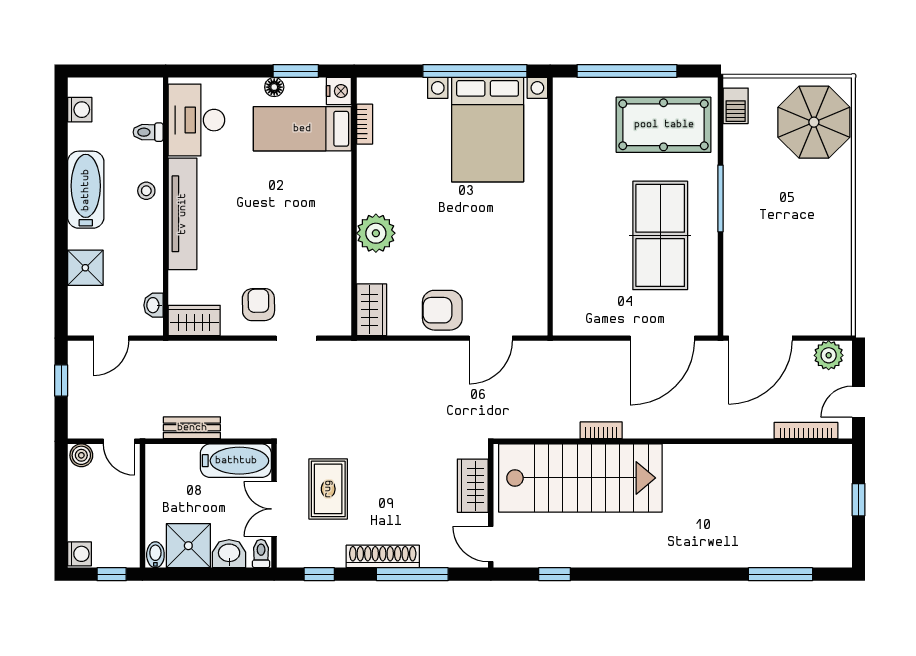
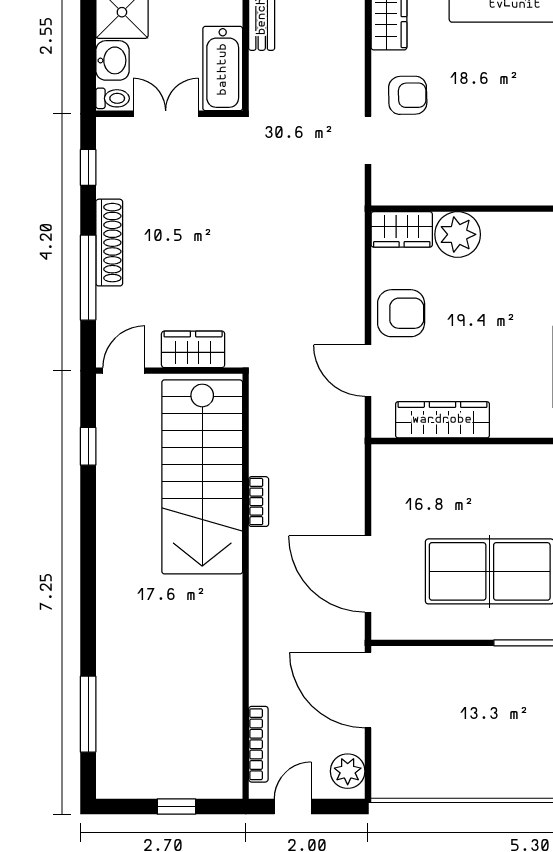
plant: (376, 233) -> (458, 234), moved
wardrobe: (532, 275) -> (442, 420), added
armchair: (442, 310) -> (401, 313), turned 90
door: (858, 402) -> (293, 807), hinge flipped
rug: (328, 489) -> (189, 178), removed

